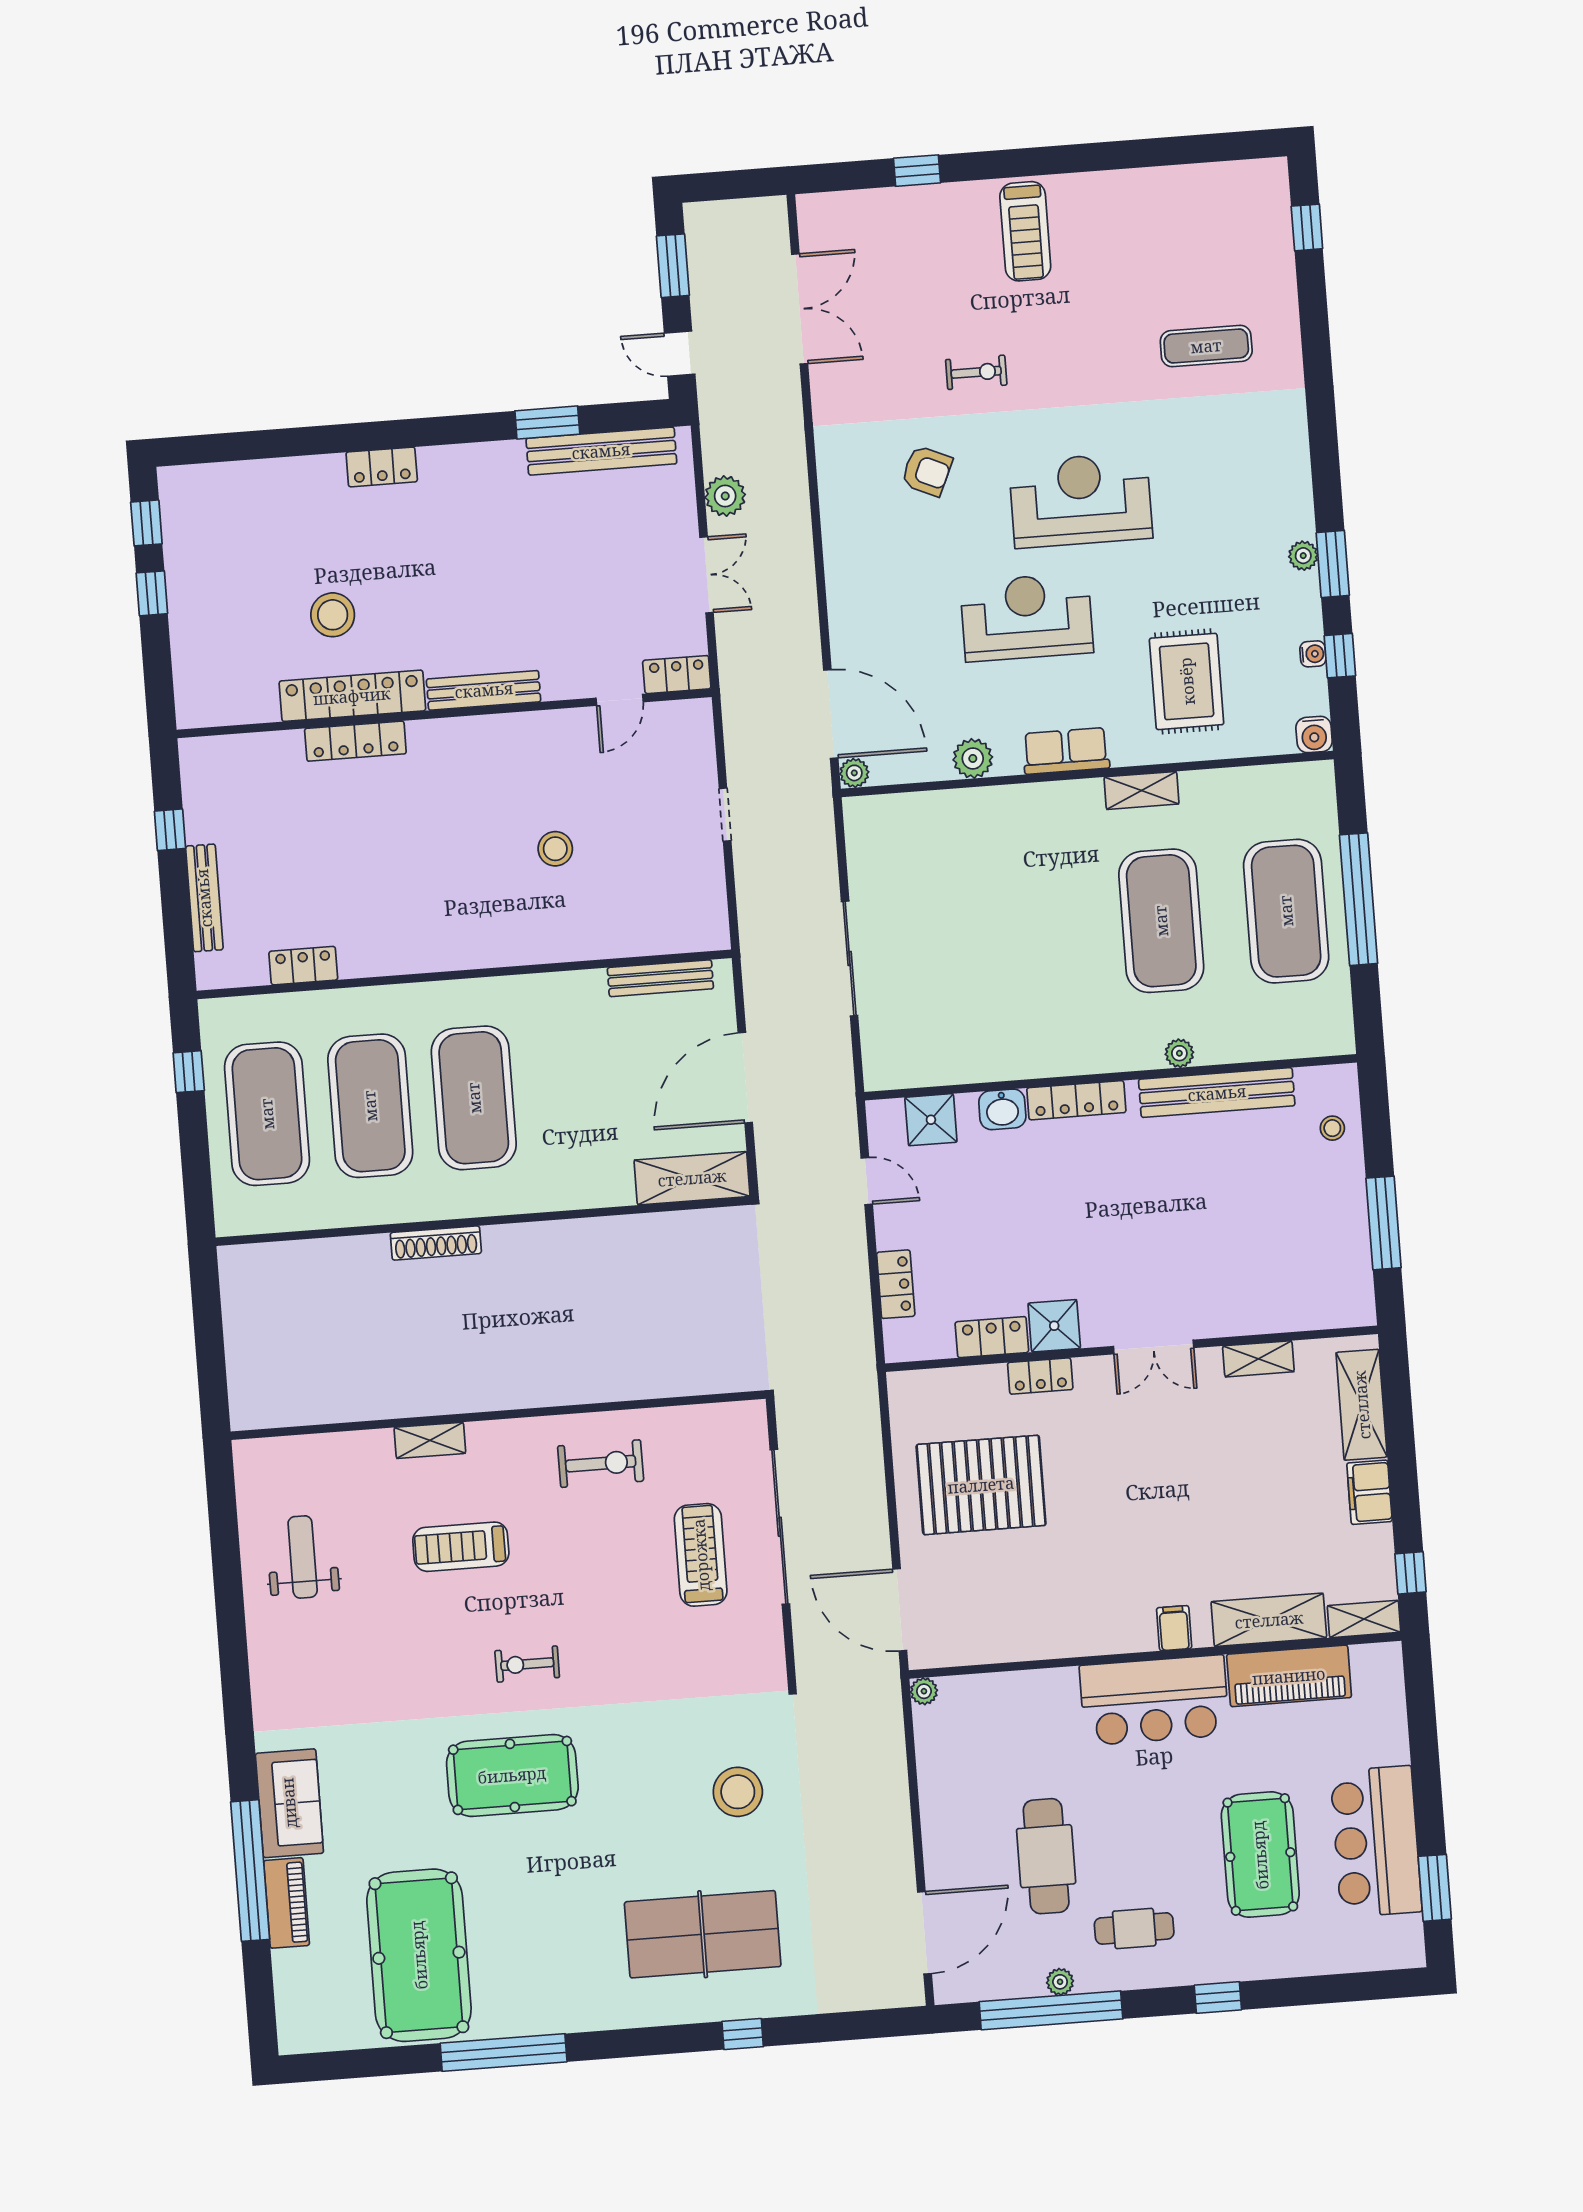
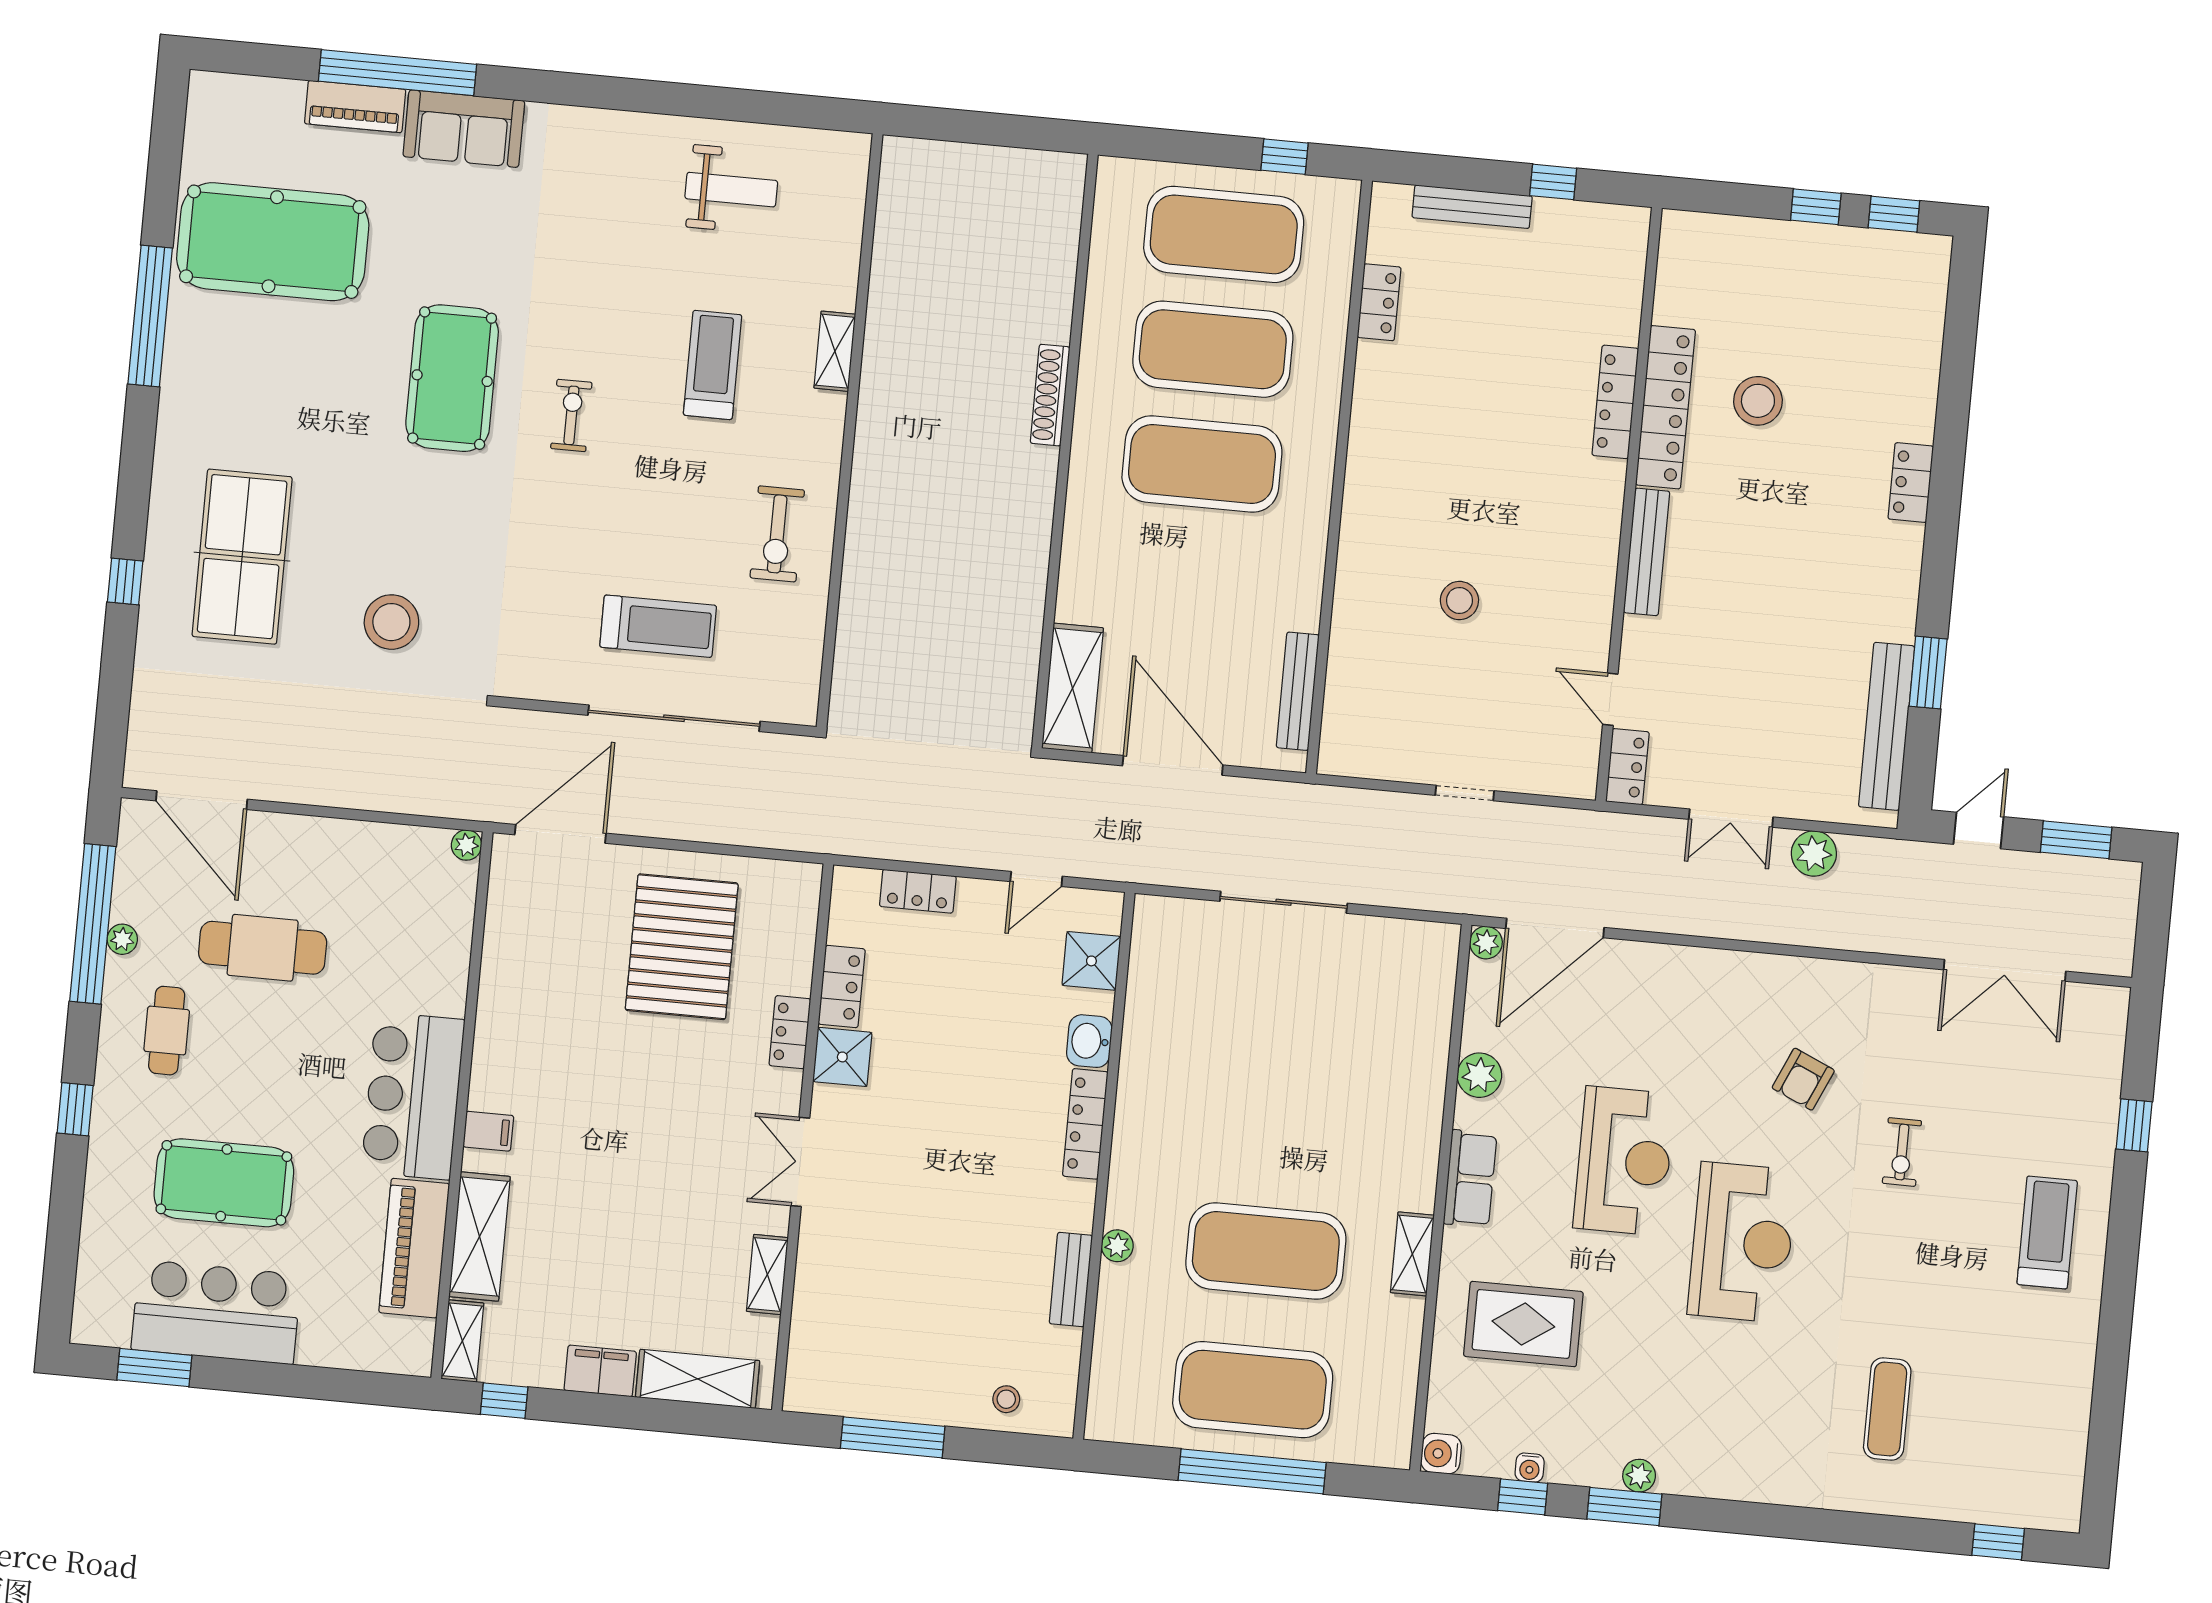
treadmill: (1025, 231) -> (2047, 1232), turned 90
bench: (1217, 1093) -> (1071, 1280), width x0.54, depth x0.82

